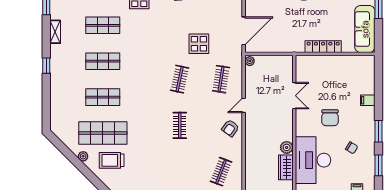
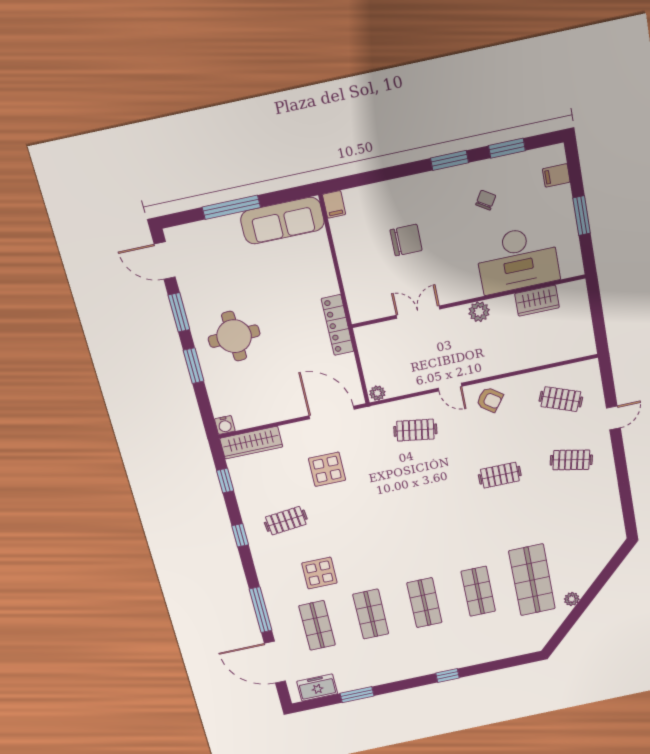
shelving: (55, 32) -> (395, 675), removed
display table: (199, 44) -> (327, 469), moved
locker: (323, 47) -> (338, 325), moved
clothes rail: (180, 79) -> (571, 460), moved
filing cabinet: (368, 100) -> (334, 204), moved
chair: (330, 118) -> (406, 240), moved
plant: (287, 147) -> (479, 312), moved
trolley: (112, 160) -> (571, 559), removed

